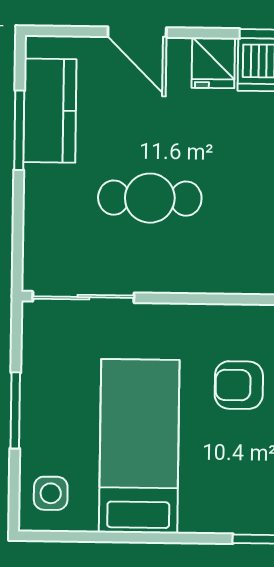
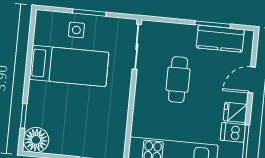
armchair: (239, 385) -> (92, 112), removed
side table: (51, 493) -> (76, 30), moved

